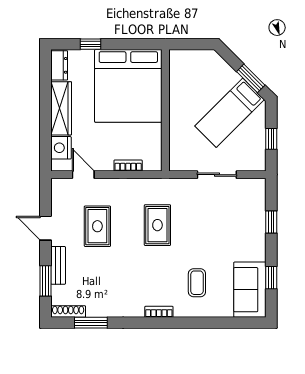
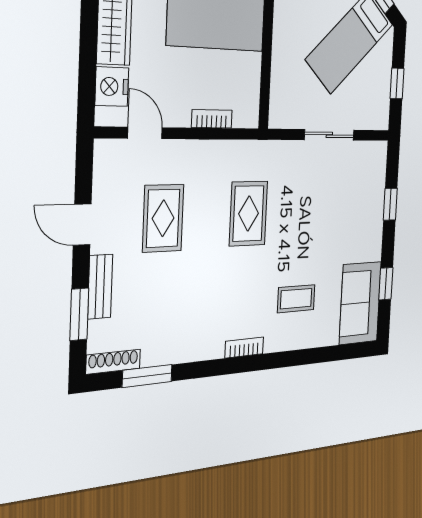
coffee table: (197, 283) -> (296, 299), turned 90

